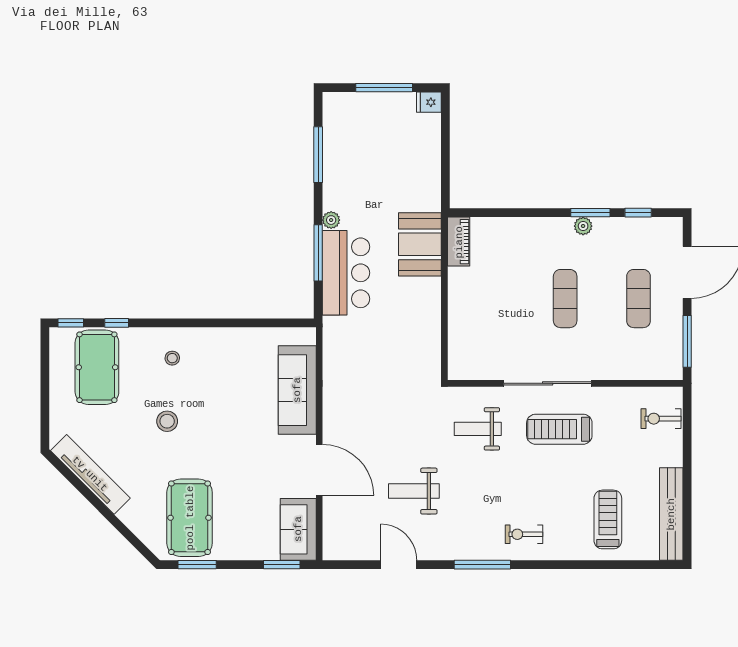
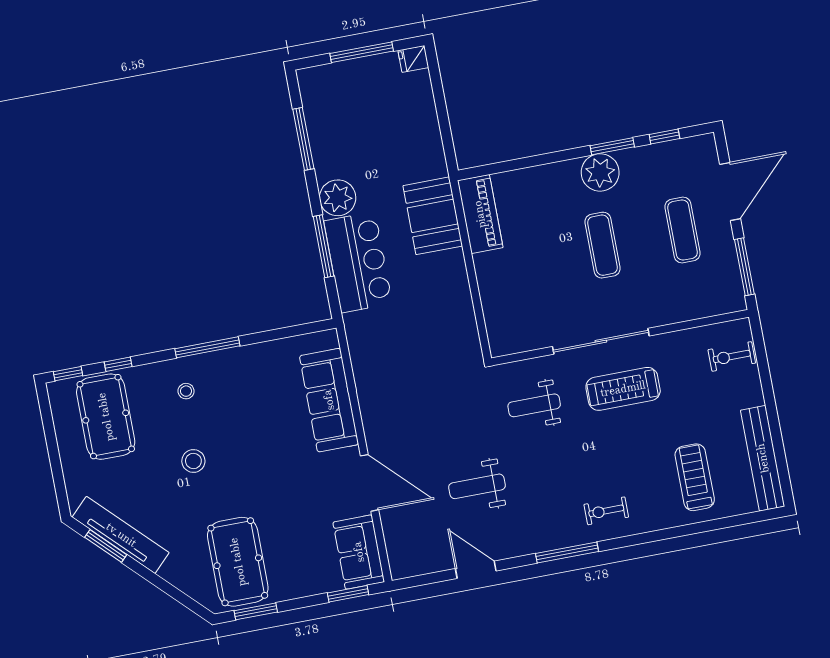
plant: (331, 220) -> (338, 198), width x1.87, depth x1.87
plant: (583, 226) -> (600, 172), width x1.88, depth x1.88
piano: (459, 242) -> (480, 214), width x1.37, depth x1.33
window: (198, 323) -> (207, 347), added
window: (75, 482) -> (106, 546), added

